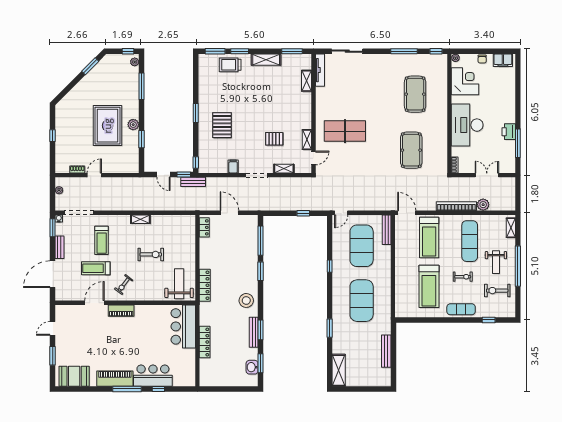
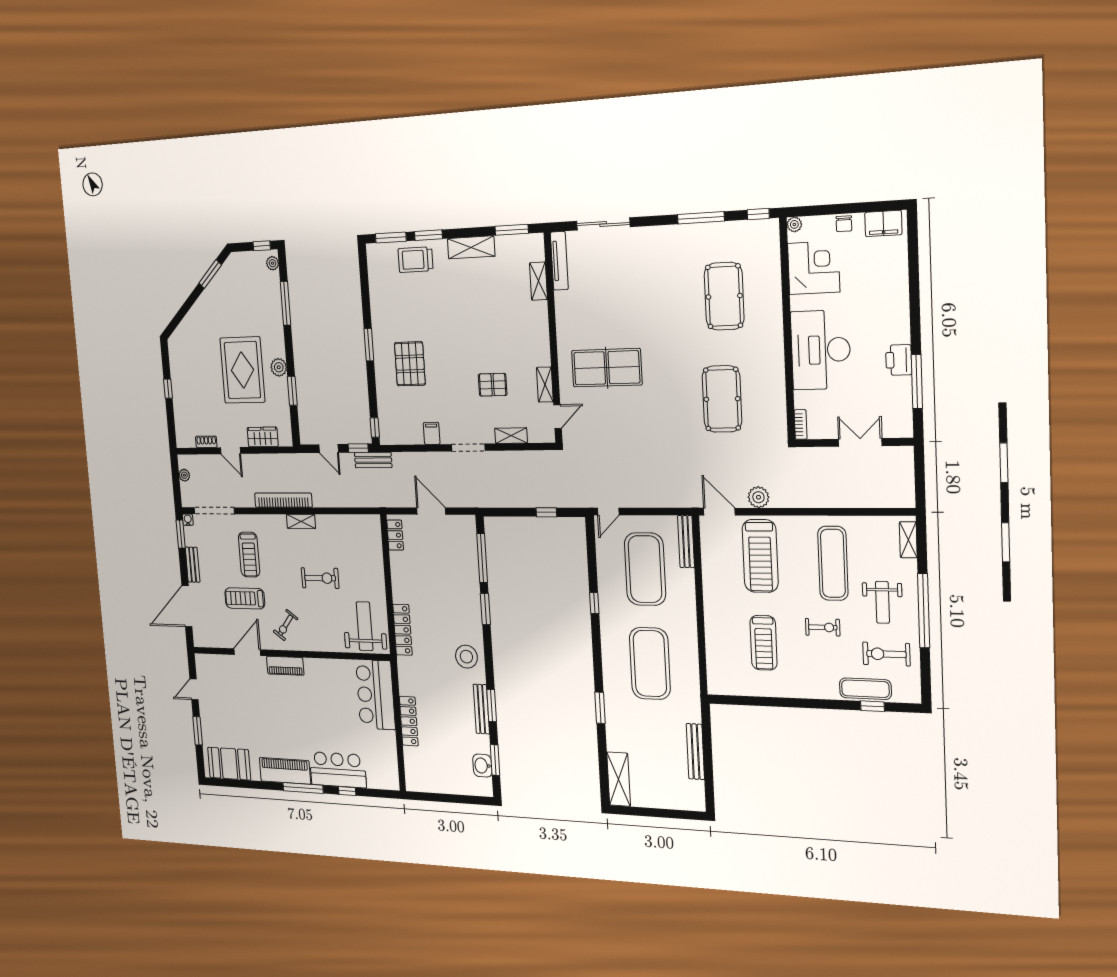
wardrobe: (118, 167) -> (263, 437), added
door: (94, 175) -> (230, 451), swing flipped
plant: (483, 205) -> (758, 497), moved
bookcase: (456, 206) -> (283, 500), moved
treadmill: (429, 286) -> (764, 643), width x0.73, depth x0.73
exercise mat: (461, 309) -> (865, 689), moved

